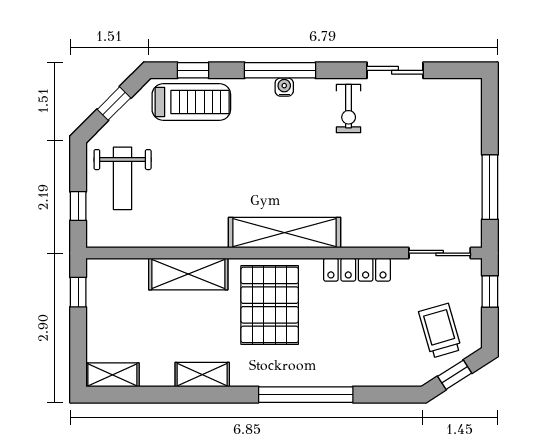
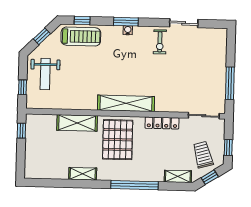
window: (280, 70) -> (126, 22), width x0.69
window: (490, 291) -> (228, 147), moved
shelving: (112, 375) -> (178, 176), moved

